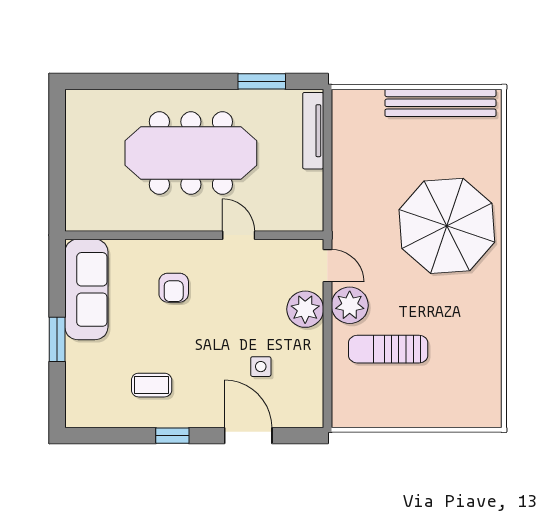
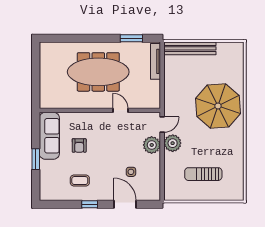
bench: (440, 103) -> (190, 48), moved
door: (327, 266) -> (162, 125), hinge flipped
armchair: (174, 288) -> (79, 145), moved
sun lounger: (388, 349) -> (203, 174), moved

